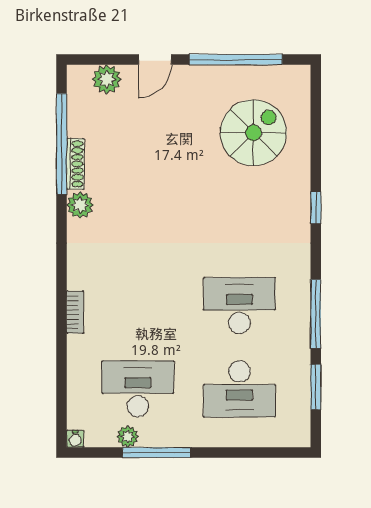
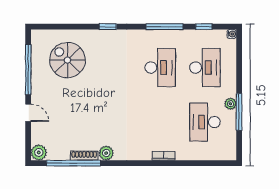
plant: (107, 79) -> (39, 152), moved
desk: (239, 306) -> (160, 68), turned 180
window: (316, 387) -> (204, 27), width x0.67
plant: (128, 437) -> (230, 104), moved
water cooler: (75, 439) -> (232, 34), moved

